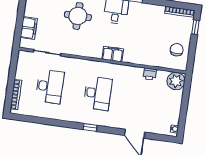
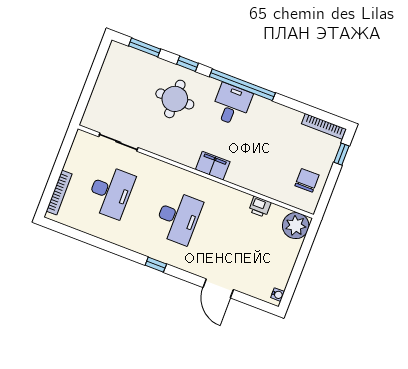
filing cabinet: (29, 28) -> (100, 100), removed

